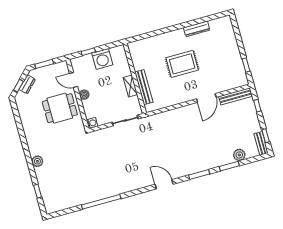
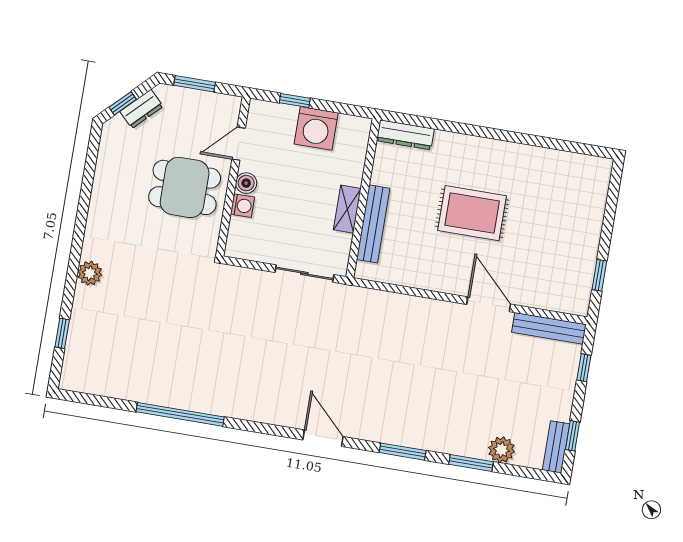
dresser: (197, 29) -> (405, 135), moved
door: (74, 80) -> (239, 144), hinge flipped
door: (206, 98) -> (489, 304), swing flipped
washing machine: (92, 123) -> (242, 206), moved

